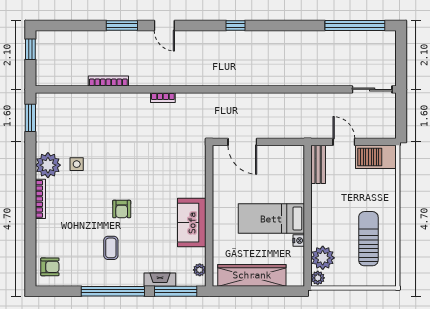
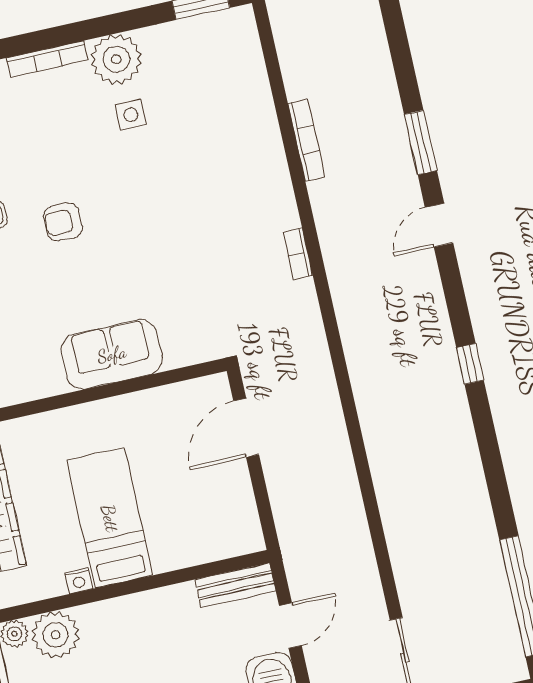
sofa: (192, 223) -> (112, 354), moved

